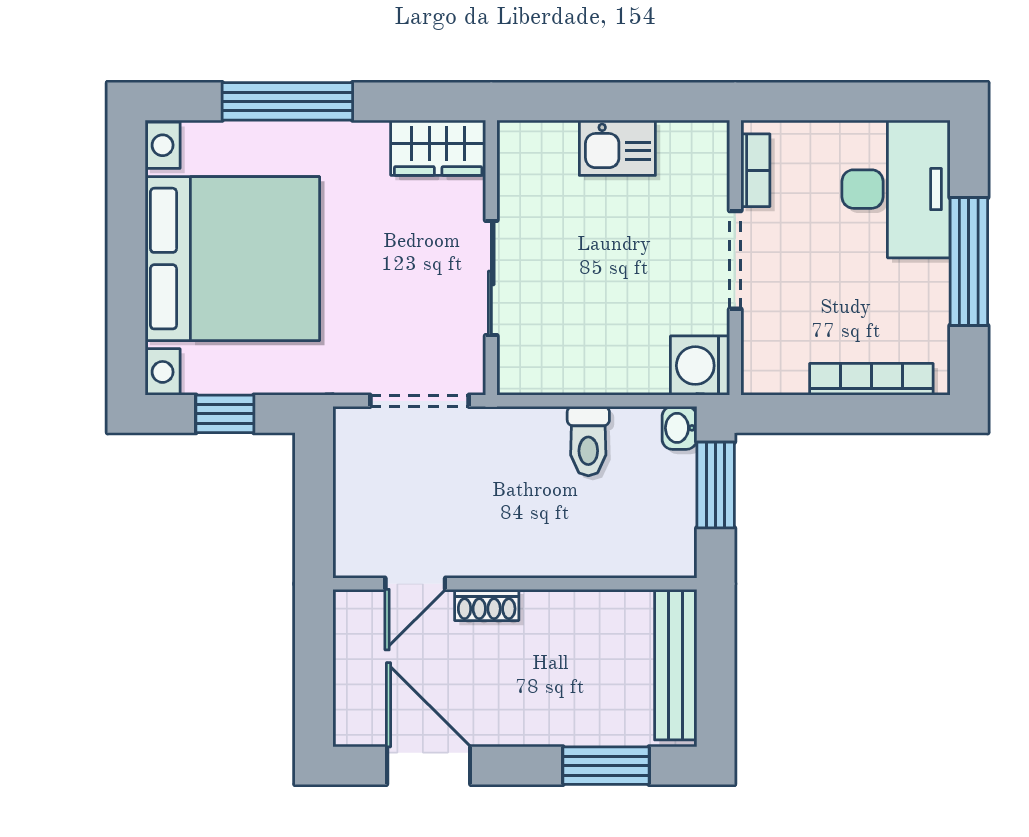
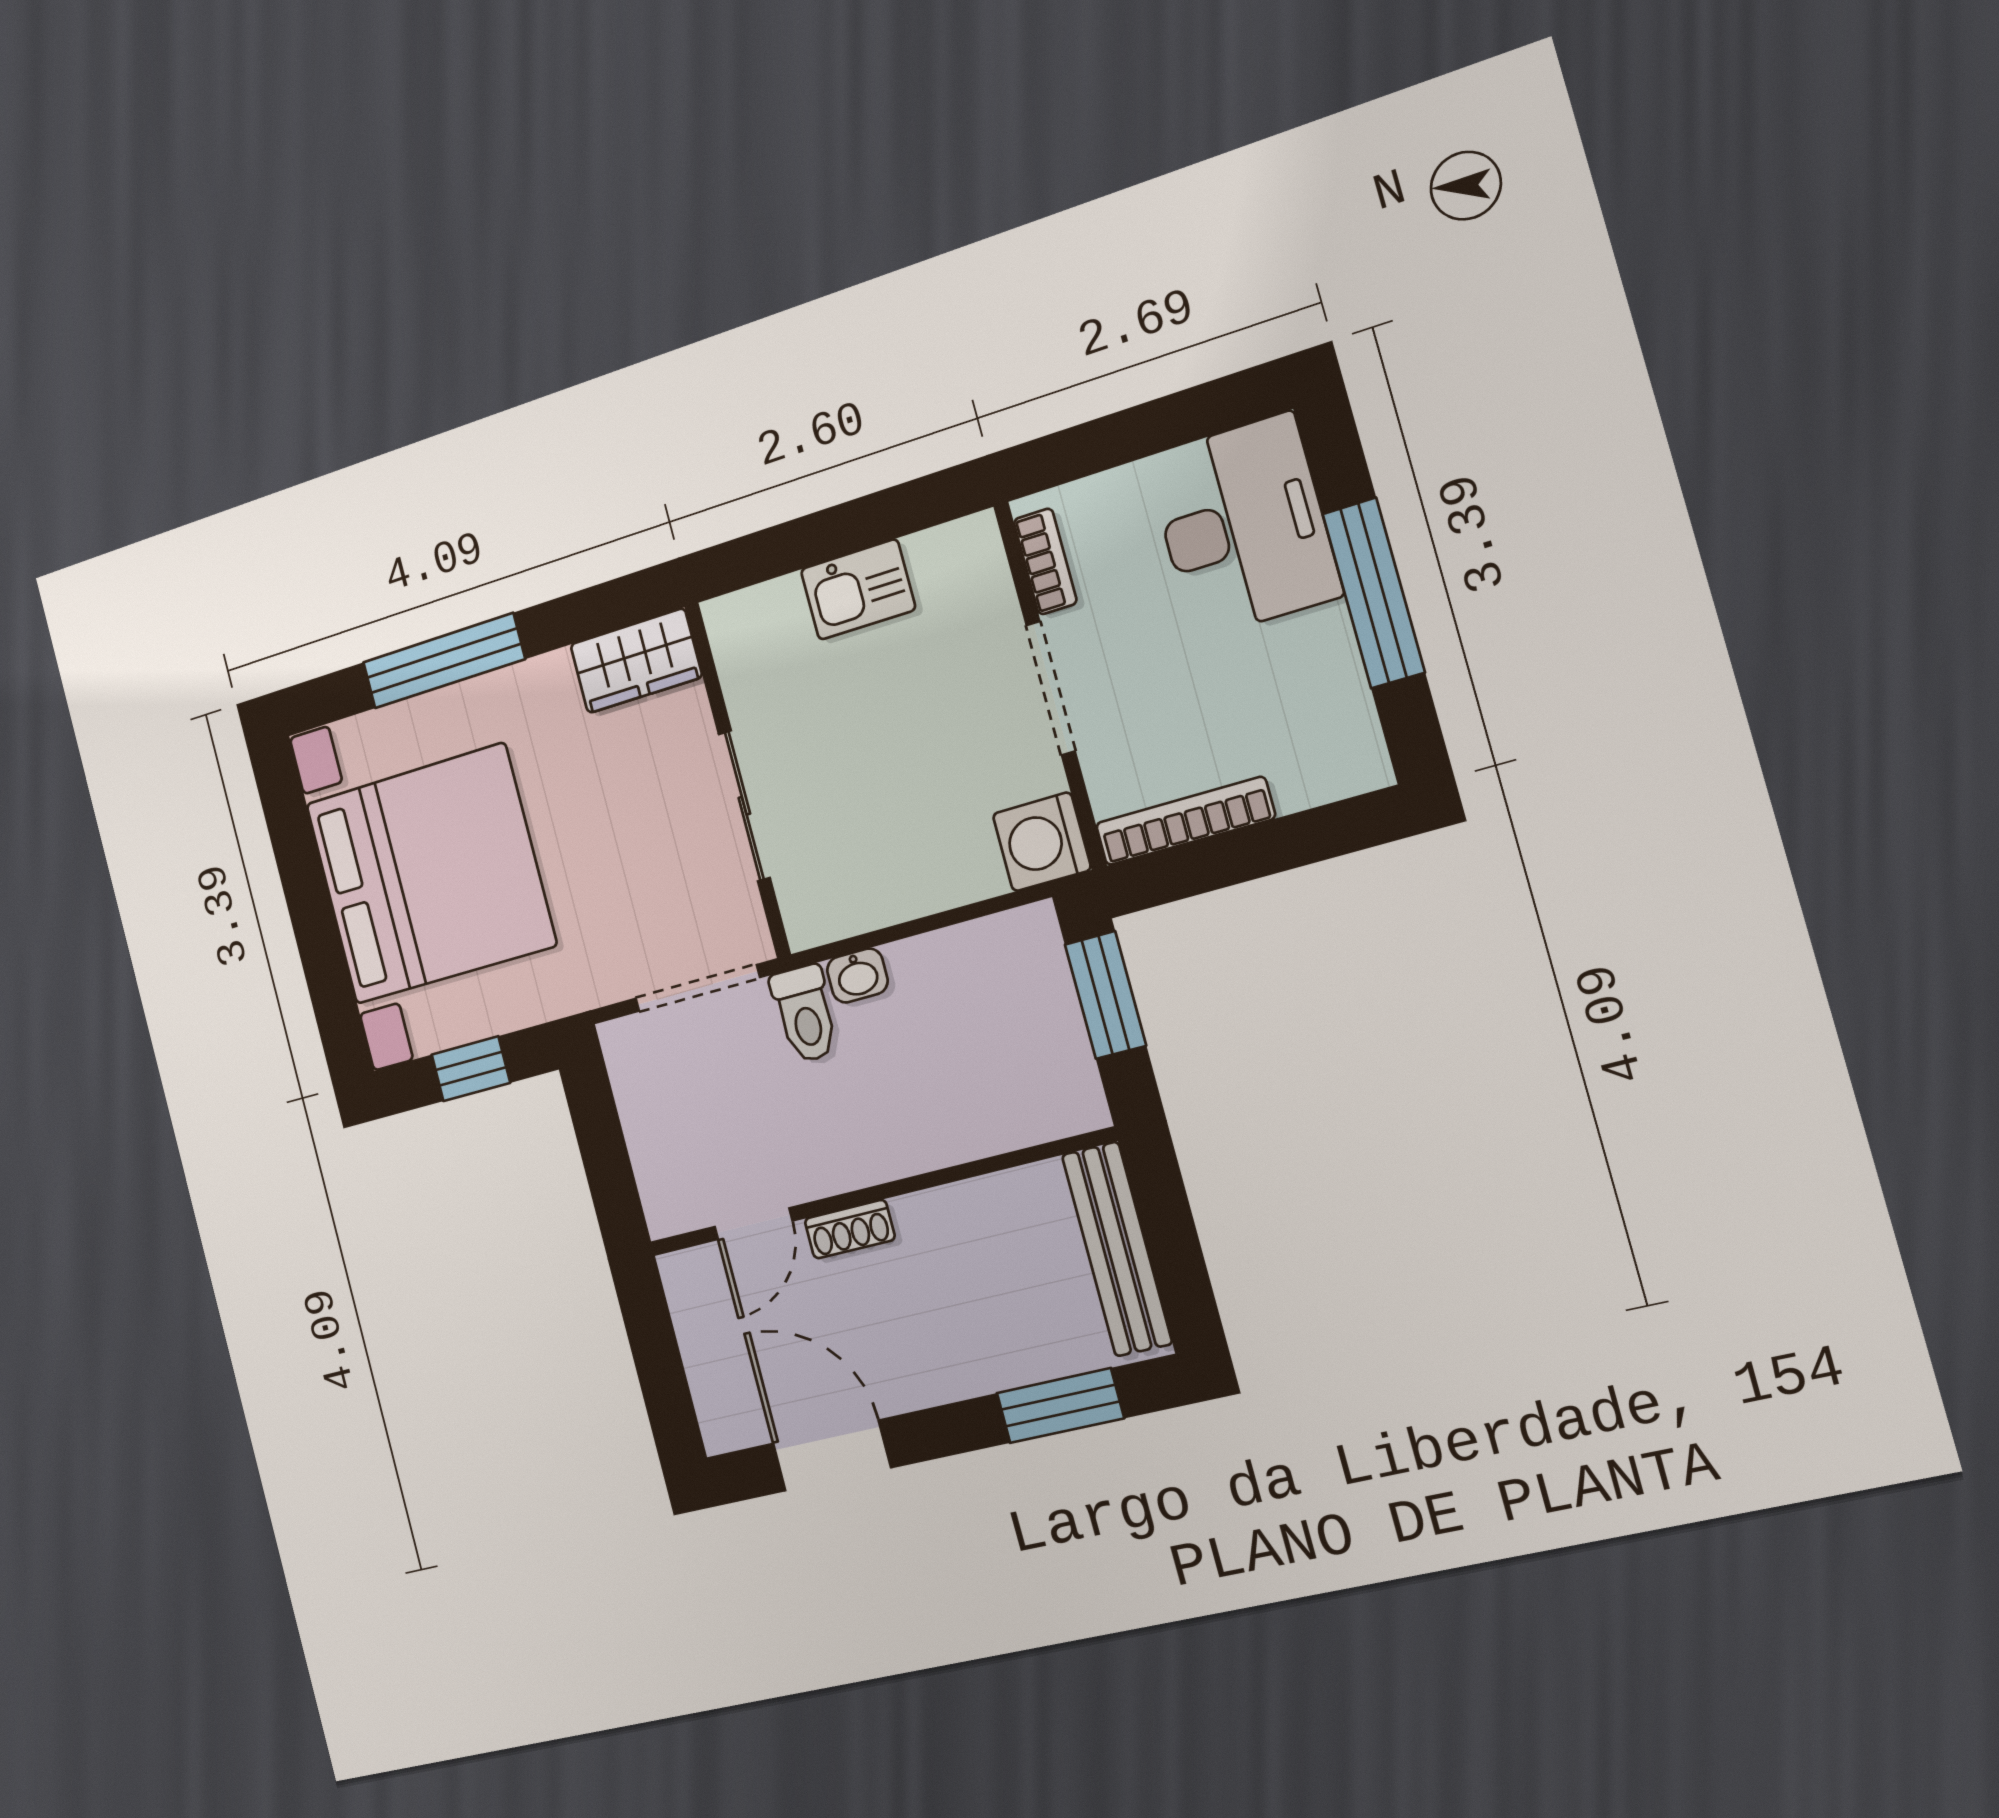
bookcase: (871, 379) -> (1185, 821), moved
washbasin: (679, 428) -> (857, 975), moved, turned -90
toilet: (588, 441) -> (805, 1014), moved

